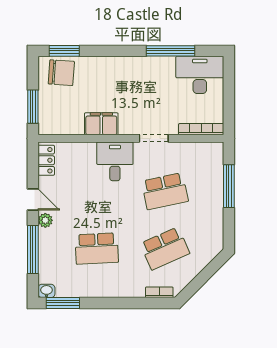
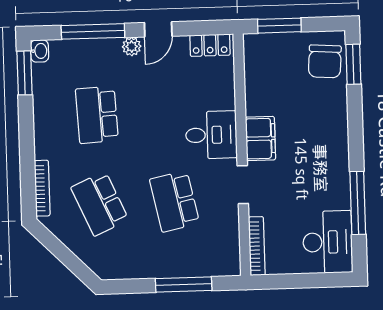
filing cabinet: (101, 124) -> (260, 139), moved
bookcase: (159, 292) -> (42, 188), width x1.56

